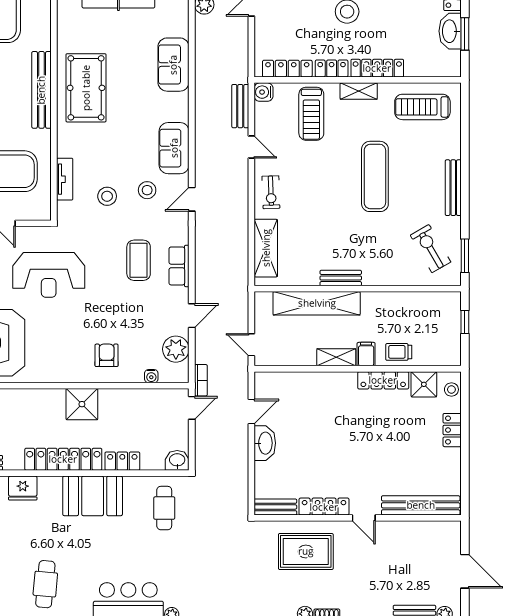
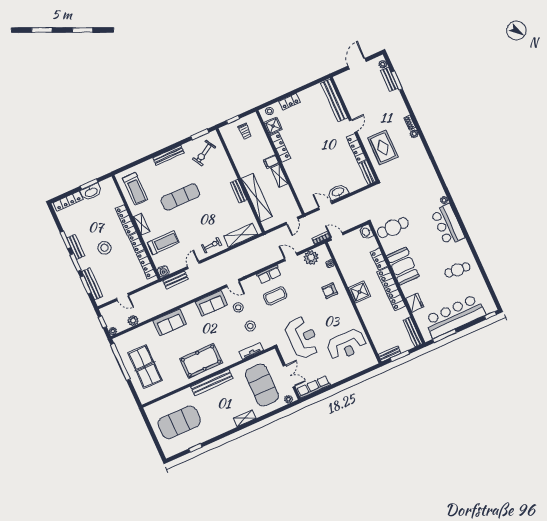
trolley: (399, 352) -> (245, 131), moved
cafe table: (164, 508) -> (393, 228), width x1.37, depth x1.35

